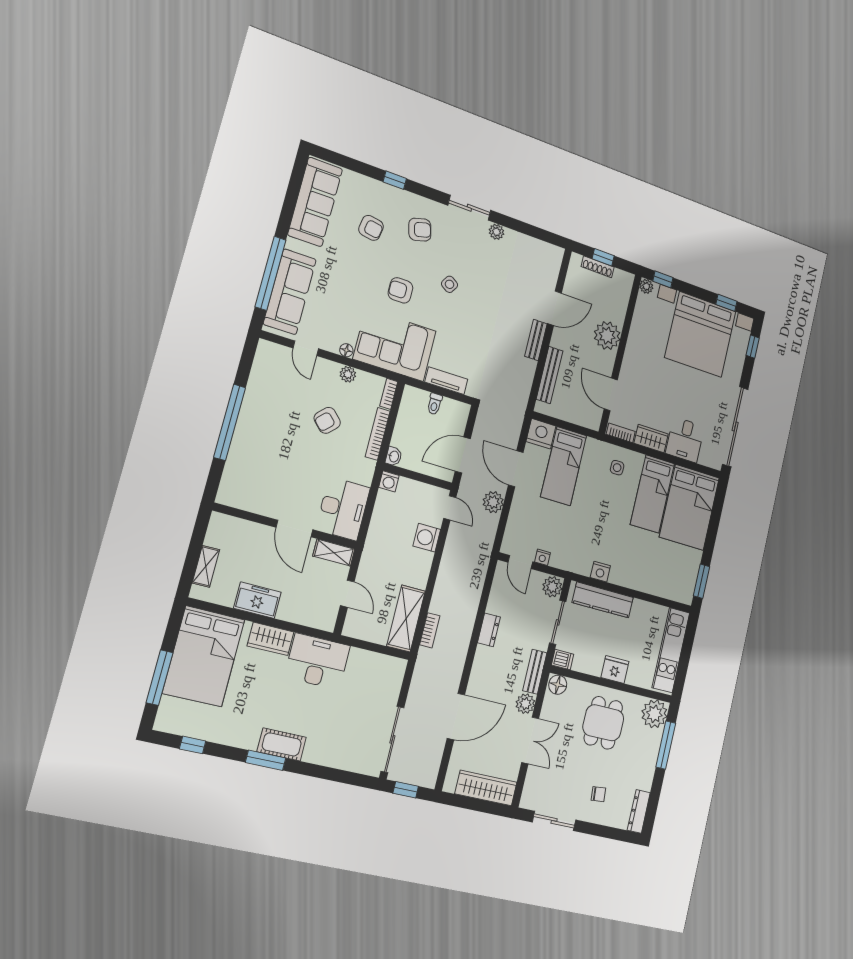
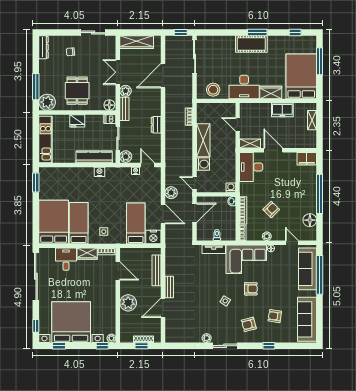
floor lamp: (261, 379) -> (310, 220), added
filing cabinet: (236, 495) -> (307, 159), added
shelving: (406, 618) -> (203, 140), moved
stool: (375, 670) -> (213, 90), added
cot: (282, 744) -> (251, 44), width x1.37, depth x1.34

